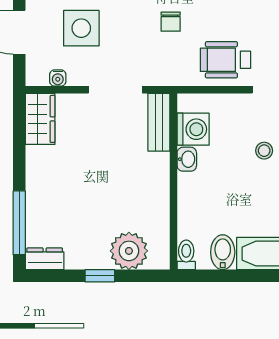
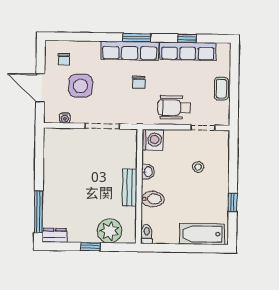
wardrobe: (40, 119) -> (53, 144), removed
bench: (159, 122) -> (130, 188), moved
washing machine: (193, 129) -> (152, 140), moved
bidet: (223, 252) -> (153, 199), moved, turned 90

